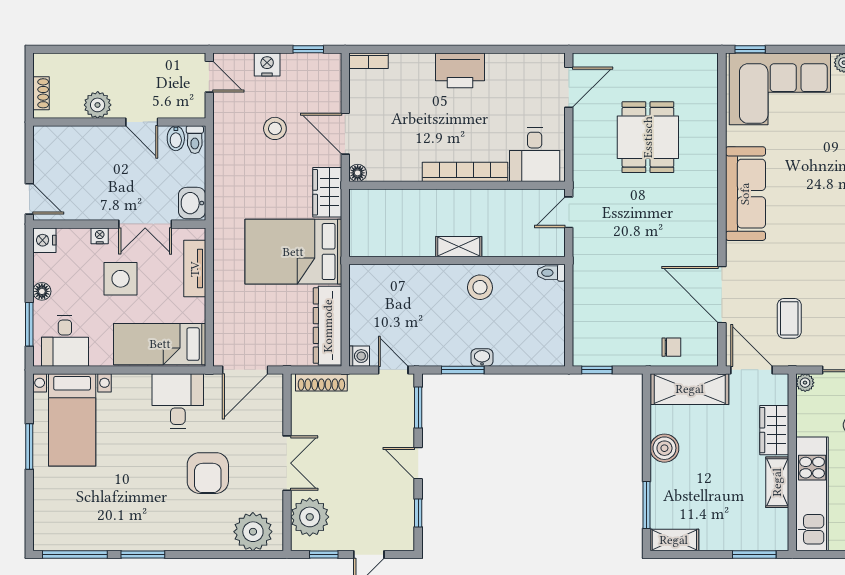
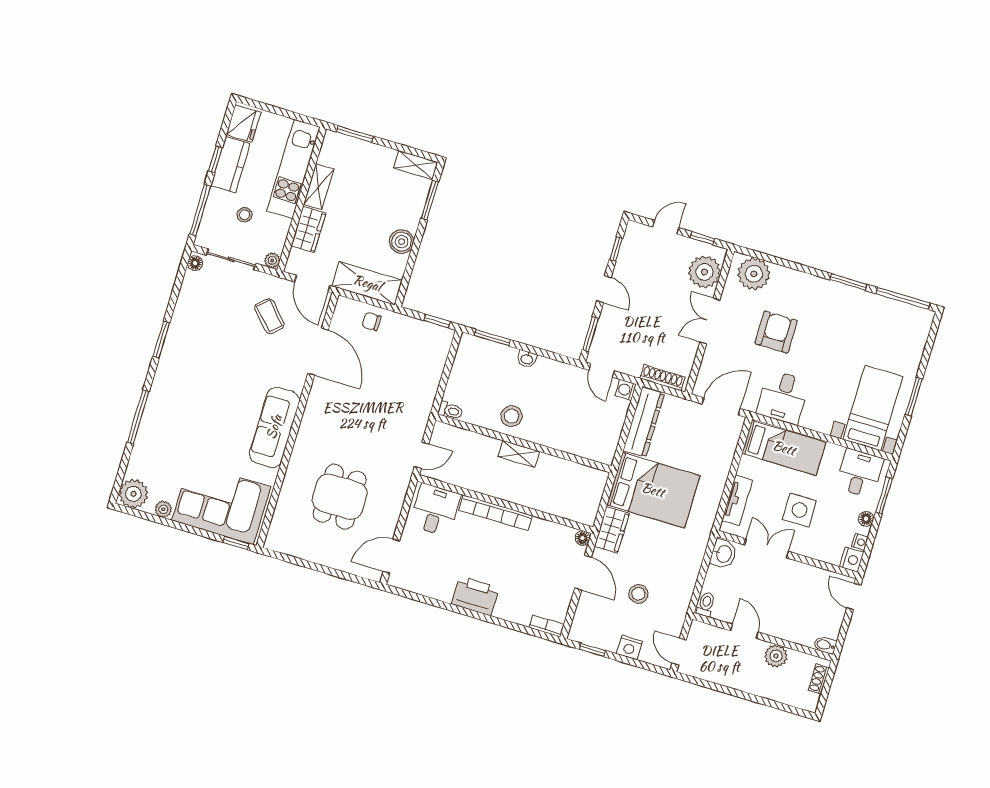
bidet: (176, 138) -> (825, 645), moved, turned -90
nightstand: (100, 236) -> (860, 542), moved, turned -90
coffee table: (789, 318) -> (269, 316), turned -43
window: (463, 370) -> (492, 338), moved

